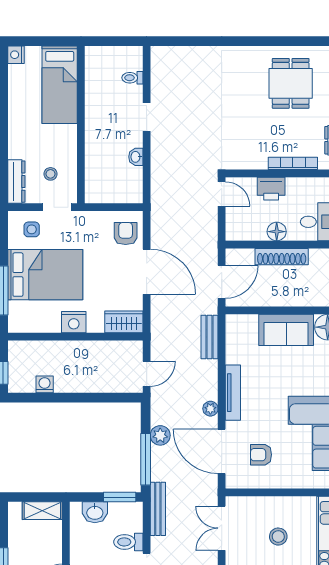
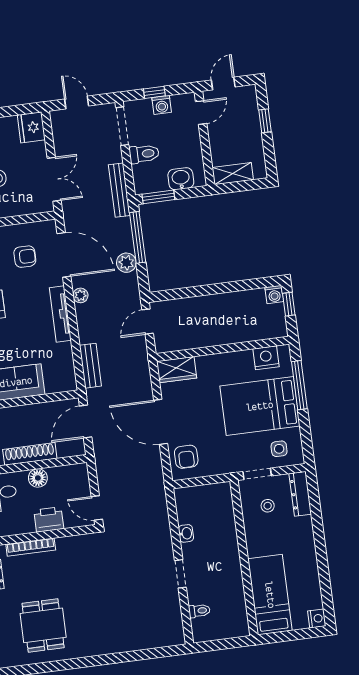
nightstand: (74, 322) -> (266, 358), moved
washing machine: (45, 384) -> (274, 294), moved

